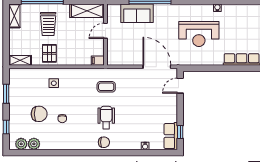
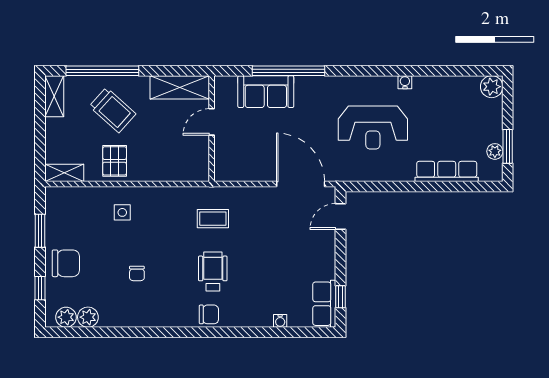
trolley: (48, 24) -> (113, 110), turned -48
filing cabinet: (98, 61) -> (198, 173), removed
chair: (39, 114) -> (66, 263), moved

